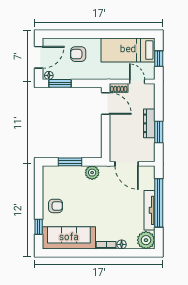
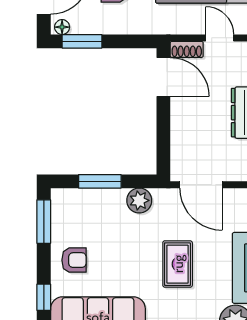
window: (39, 184) -> (44, 222), added
rug: (114, 208) -> (178, 264), added

